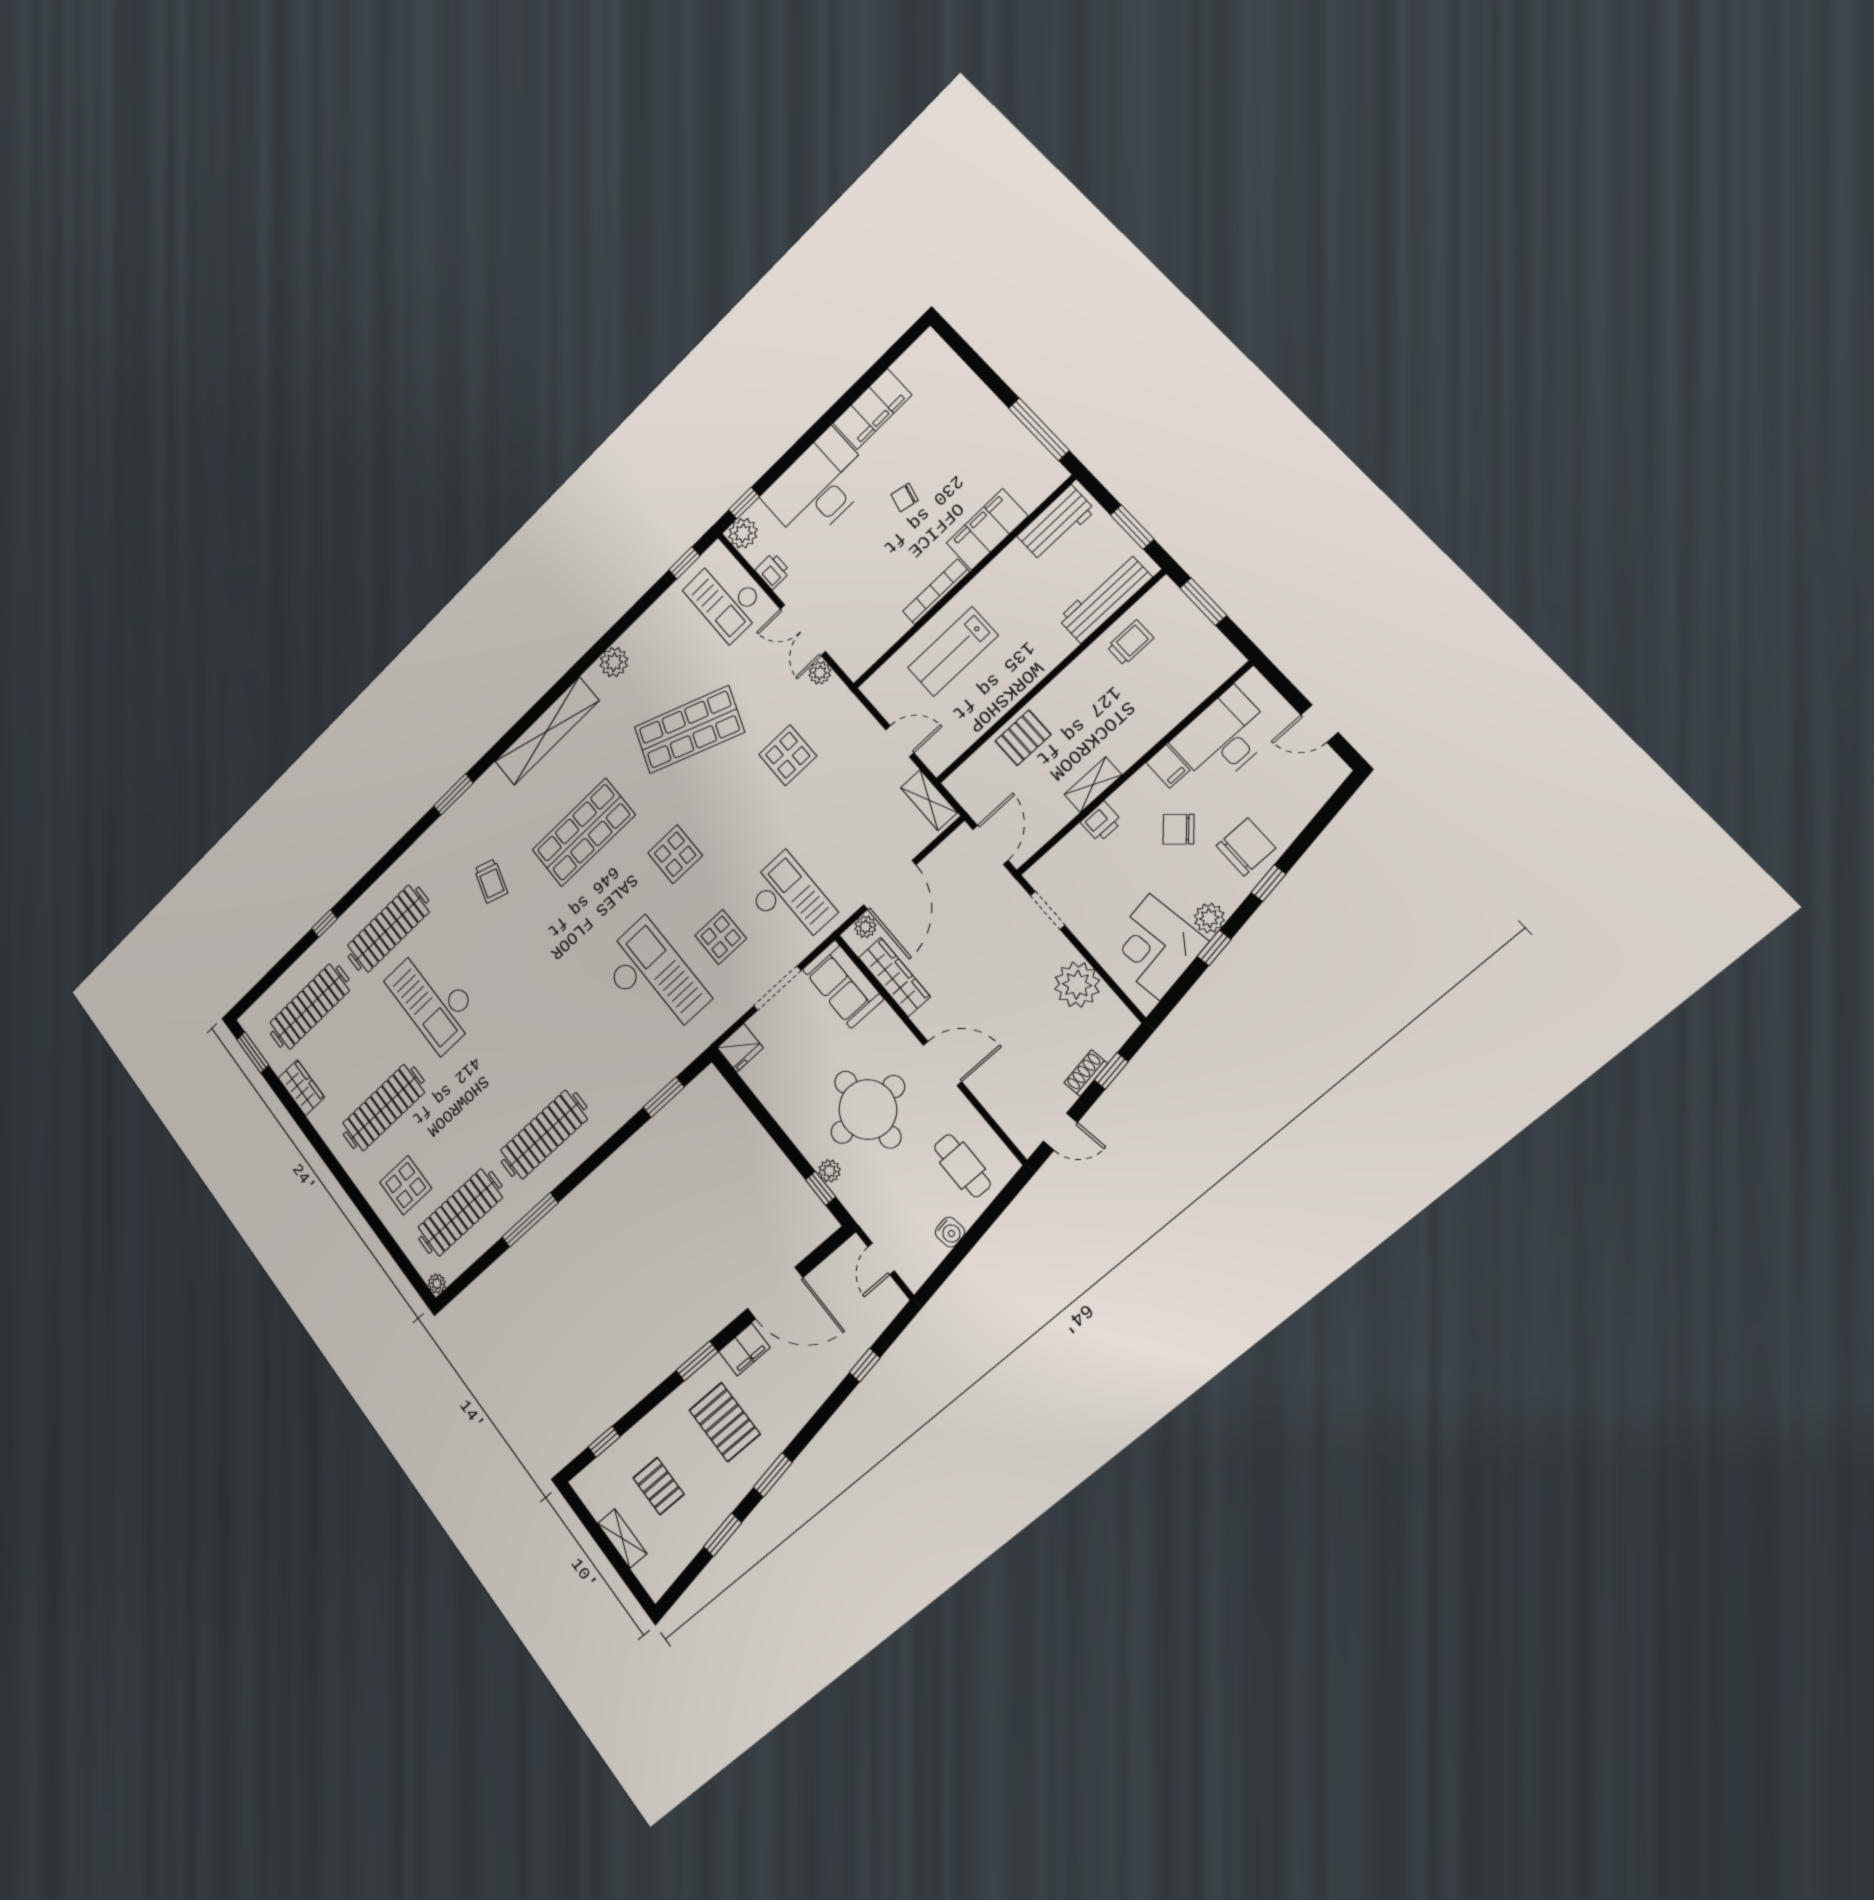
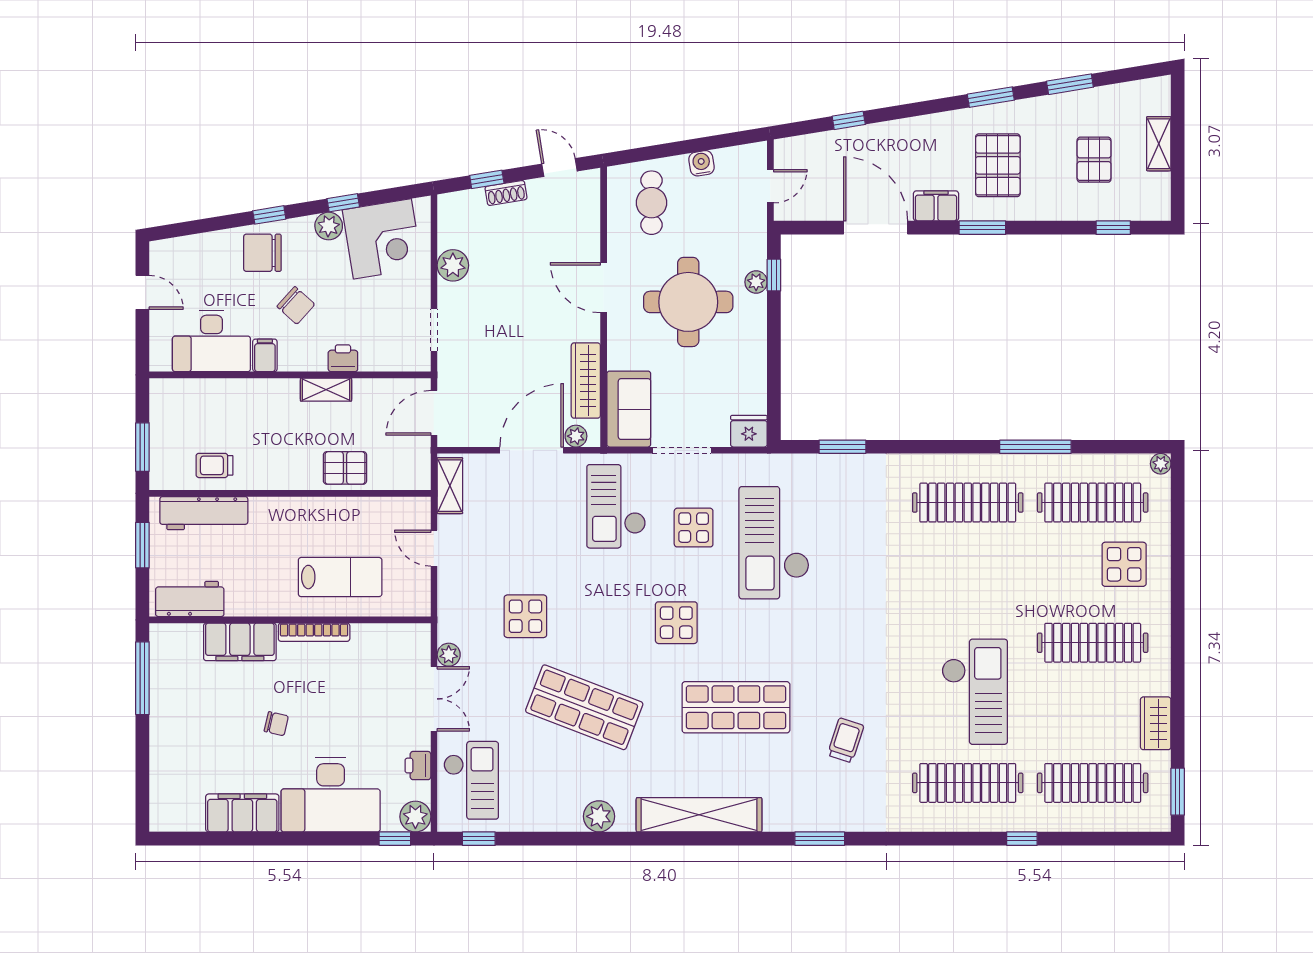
plant: (1077, 985) -> (453, 265), width x0.73, depth x0.73

